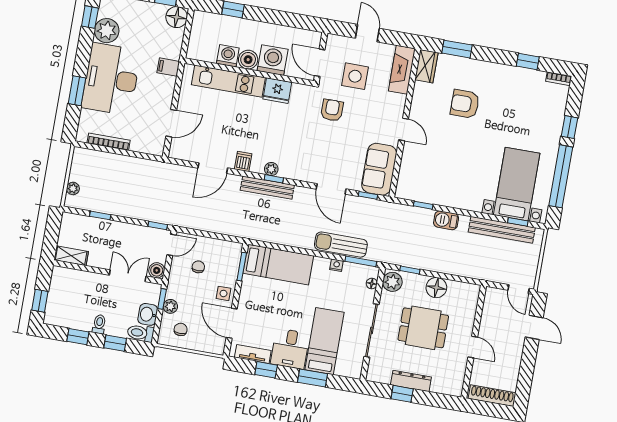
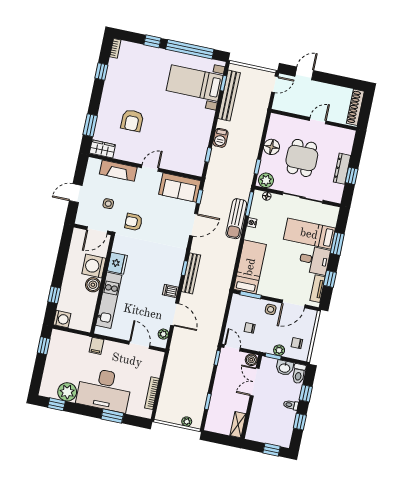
floor lamp: (177, 17) -> (59, 338), removed
washing machine: (228, 56) -> (62, 319), moved, turned 180
fireplace: (402, 70) -> (118, 171), moved
side table: (355, 76) -> (108, 204), width x0.54, depth x0.54
plant: (271, 169) -> (163, 334), moved

